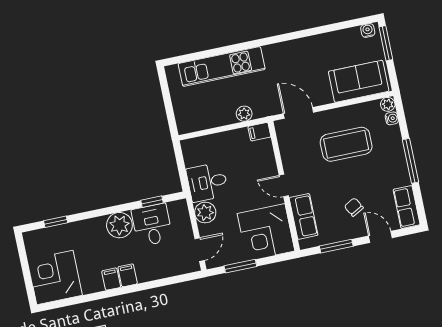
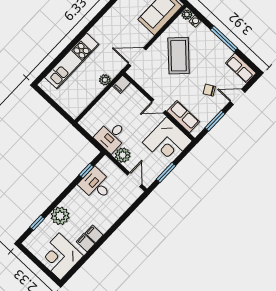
coffee table: (346, 144) -> (179, 56), turned -45
plant: (119, 225) -> (60, 216), moved
filing cabinet: (128, 275) -> (85, 243), moved

